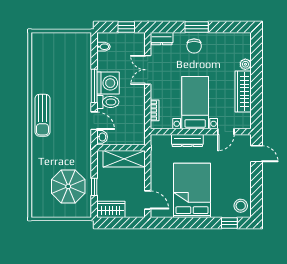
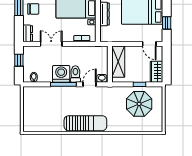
double door: (148, 70) -> (51, 44), swing flipped
sun lounger: (42, 115) -> (85, 123), width x1.36, depth x1.34
door: (148, 200) -> (149, 44), swing flipped
window: (176, 223) -> (167, 23), added

